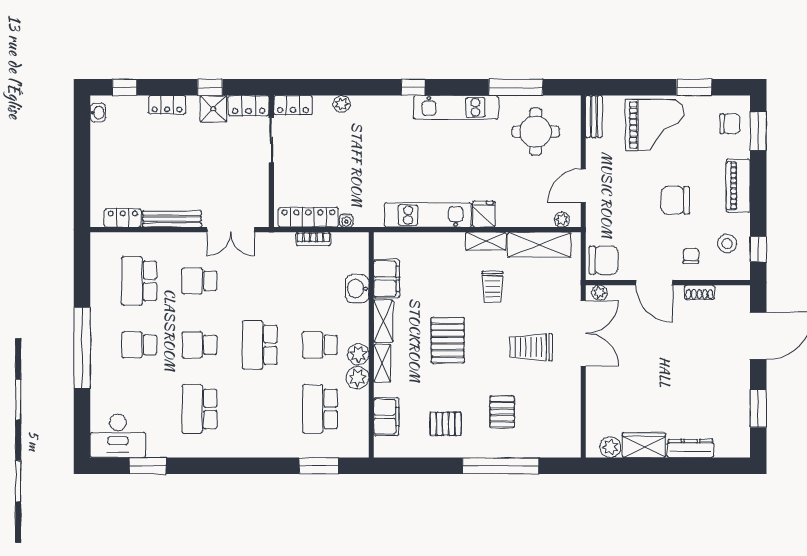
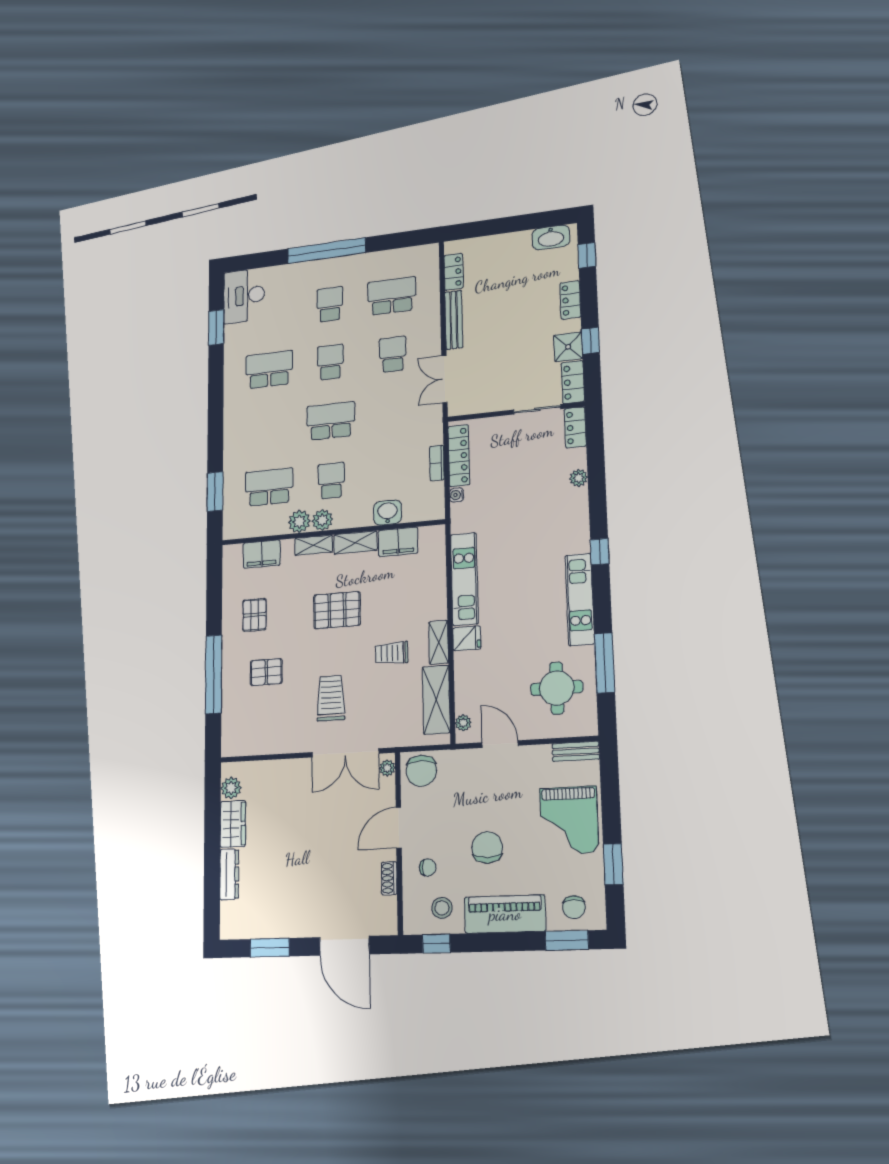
washbasin: (98, 113) -> (551, 237), width x1.91, depth x1.45
piano: (738, 186) -> (505, 914), width x1.37, depth x1.33

